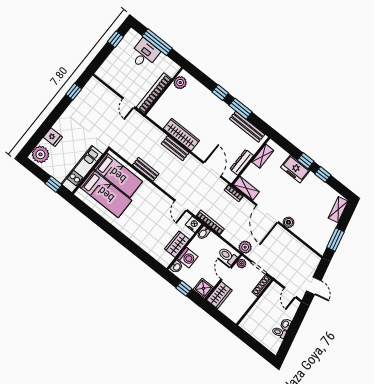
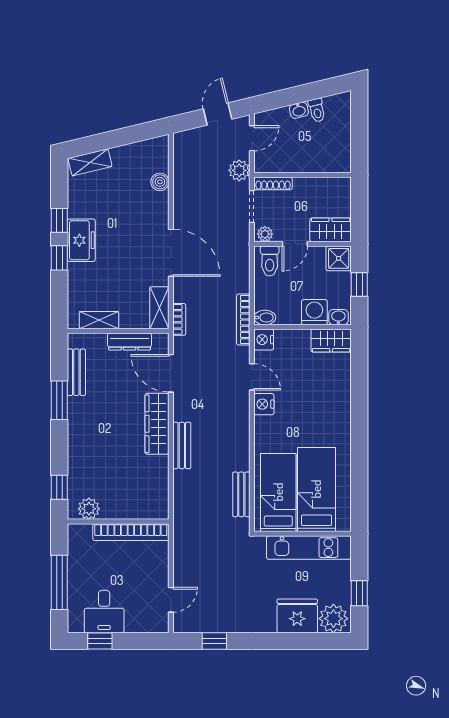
desk: (144, 54) -> (104, 612), moved, turned -90
window: (220, 93) -> (59, 487), moved
door: (128, 103) -> (171, 600), moved
bench: (247, 127) -> (76, 372), width x0.73
wardrobe: (181, 135) -> (157, 424), moved
fridge: (53, 137) -> (297, 616), width x1.88, depth x1.34
bench: (146, 169) -> (241, 494), moved
freezer: (295, 169) -> (81, 240), moved
door: (212, 170) -> (171, 373), hinge flipped
window: (53, 184) -> (359, 593), moved
nightstand: (164, 201) -> (264, 404), added
door: (181, 205) -> (252, 377), hinge flipped
door: (267, 214) -> (171, 253), hinge flipped
boiler: (289, 222) -> (160, 182), moved
window: (335, 240) -> (133, 134), removed
wardrobe: (177, 244) -> (331, 341), moved
plant: (245, 247) -> (239, 170), moved

